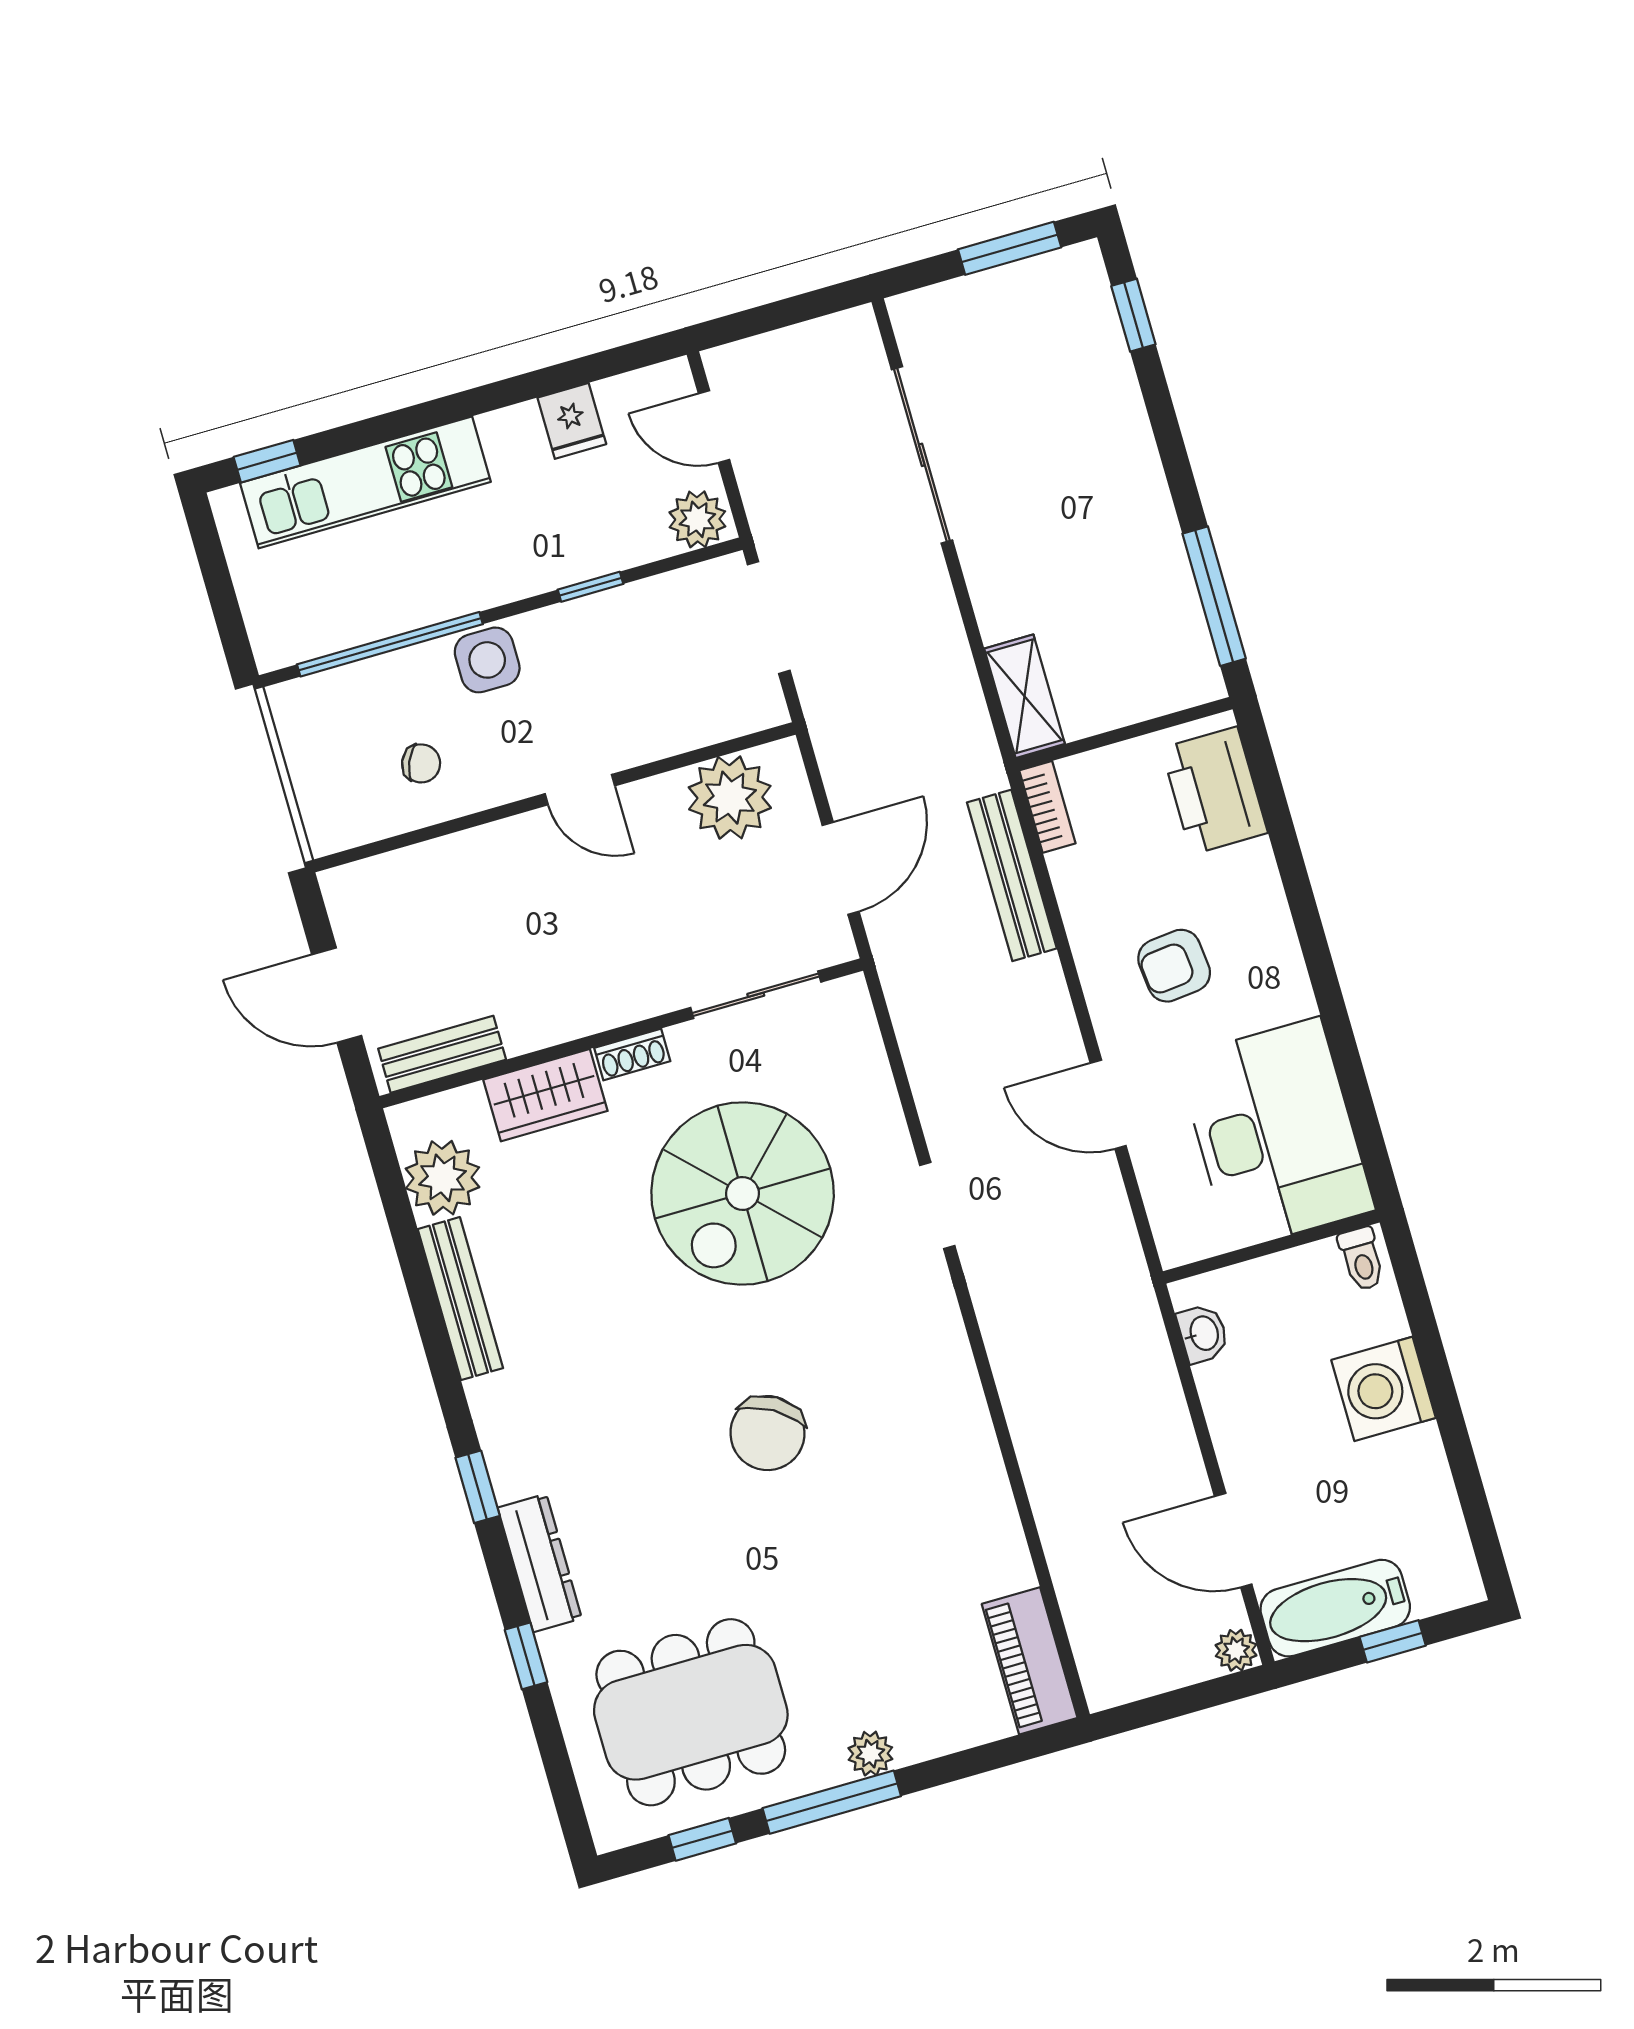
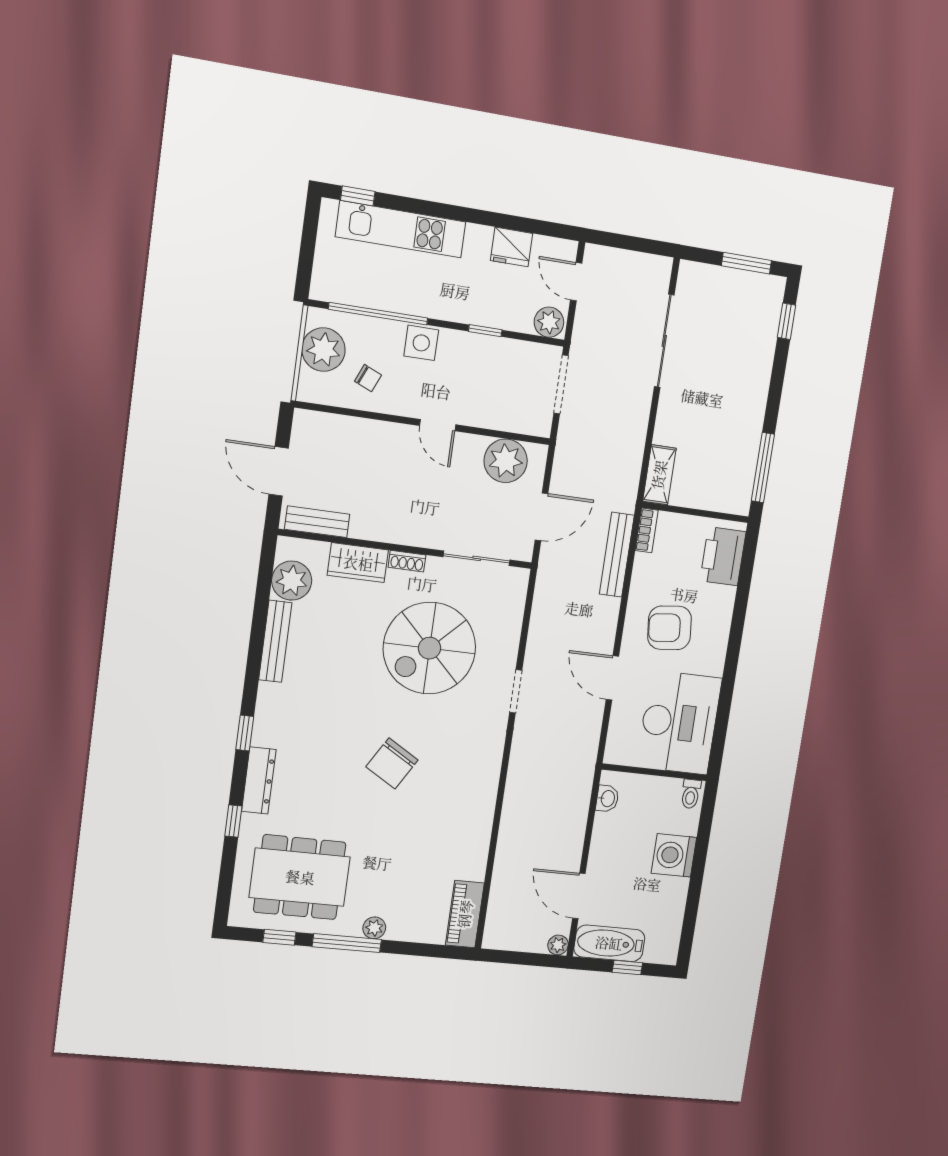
fridge: (572, 421) -> (512, 247), width x1.38
plant: (323, 750) -> (323, 350), added
armchair: (1174, 966) -> (670, 628), width x1.38, depth x1.38

